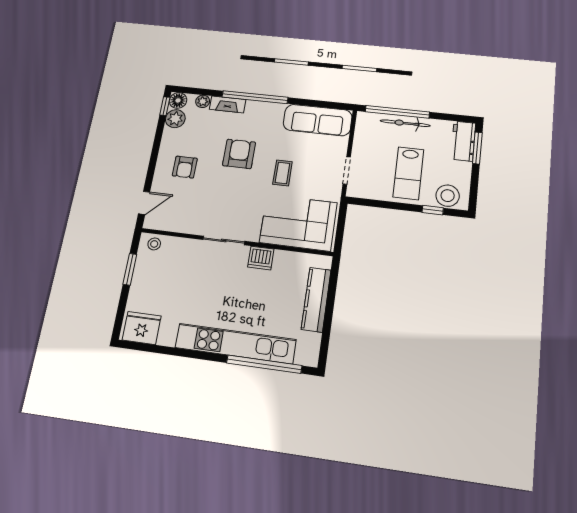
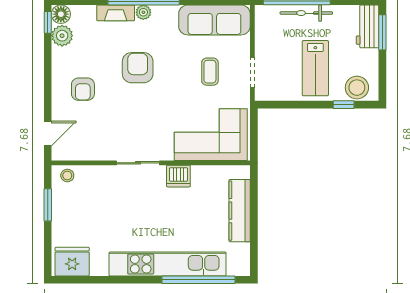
plant: (203, 101) -> (143, 12), moved
coffee table: (283, 173) -> (210, 72), moved

